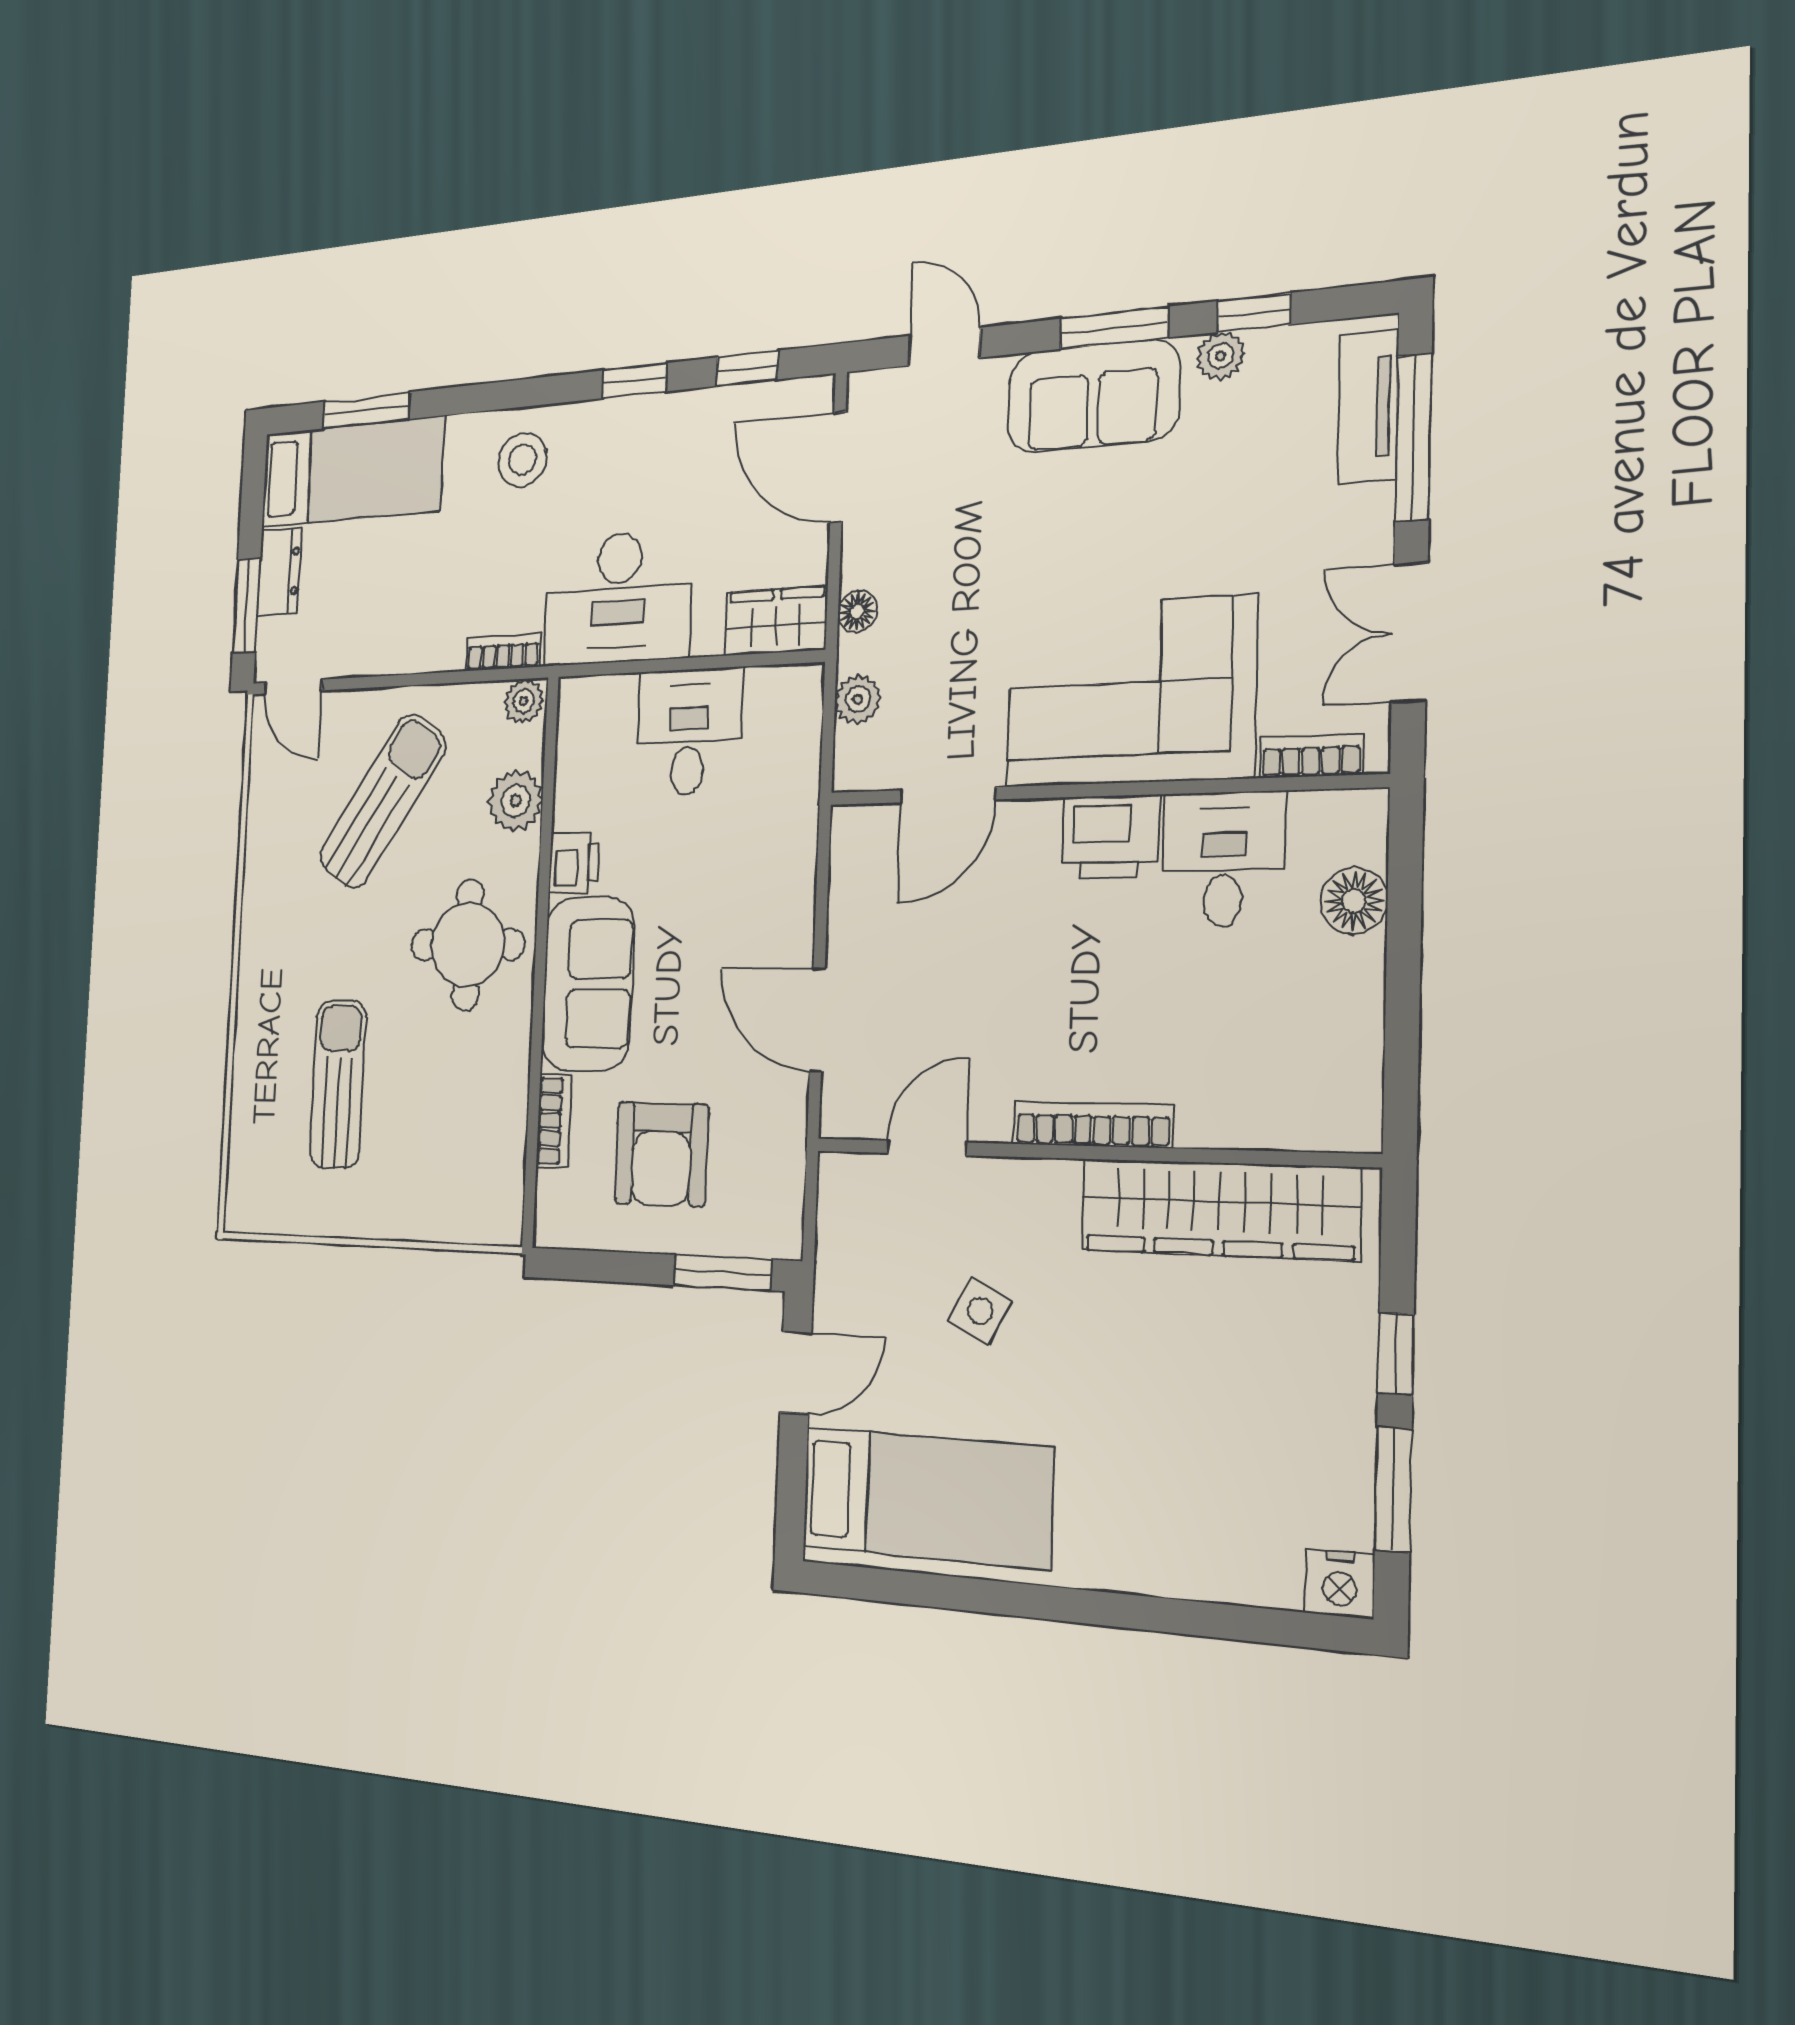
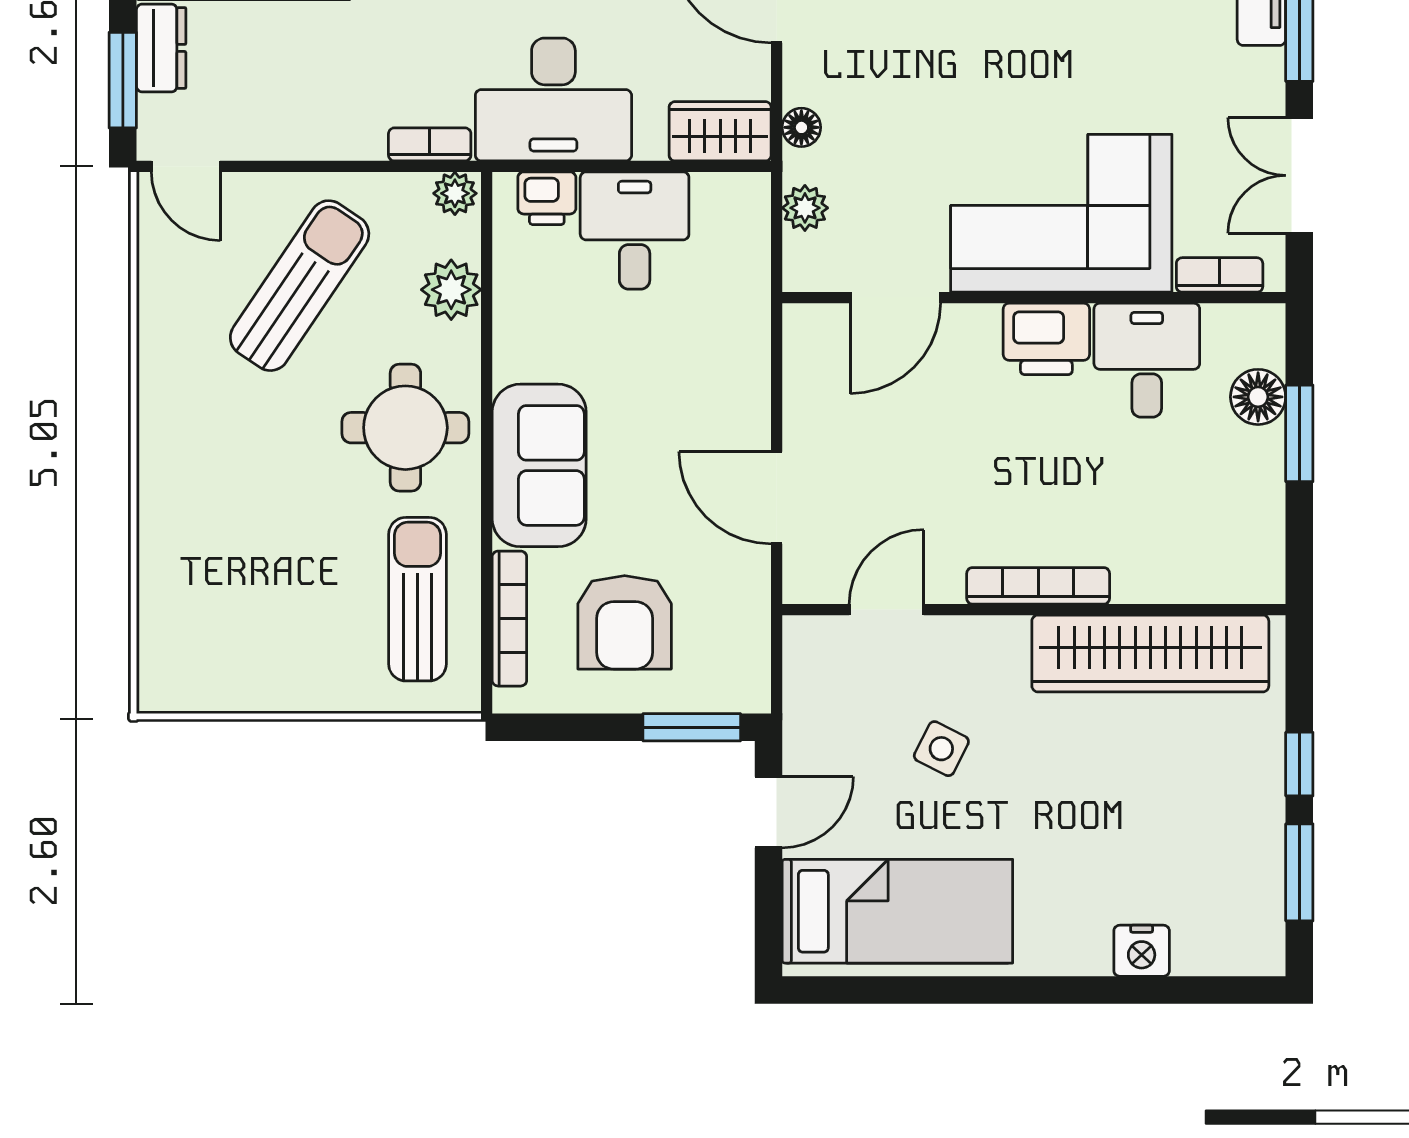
printer: (574, 863) -> (547, 198), moved, turned 90
window: (1404, 945) -> (1299, 433), added
sun lounger: (338, 1084) -> (417, 599), moved
bookcase: (554, 1121) -> (509, 619), width x1.56
nightstand: (1340, 1584) -> (1142, 951), moved

